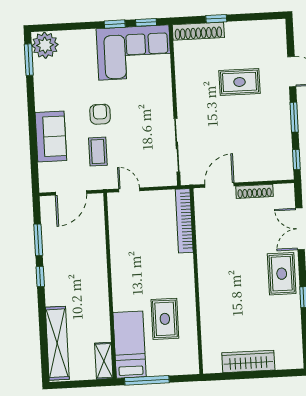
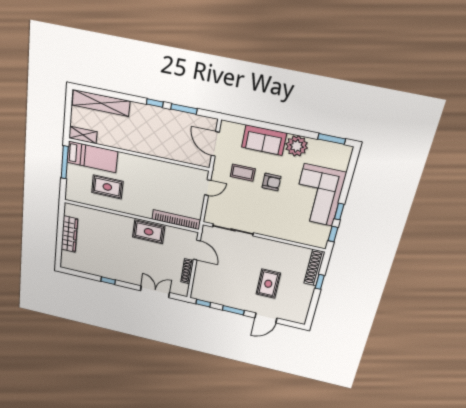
plant: (45, 45) -> (297, 146), moved
corner sofa: (134, 53) -> (318, 195), moved
rug: (282, 274) -> (149, 232), moved

